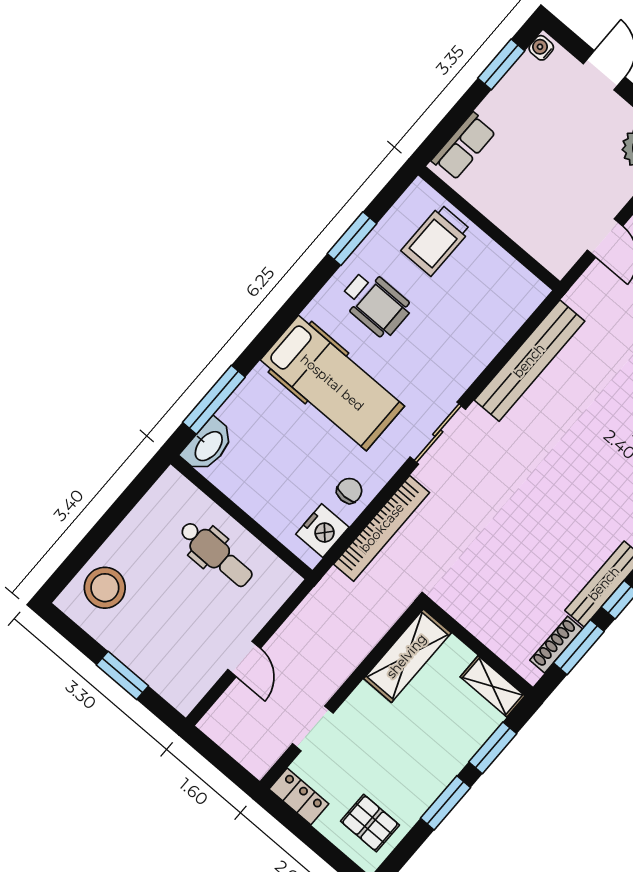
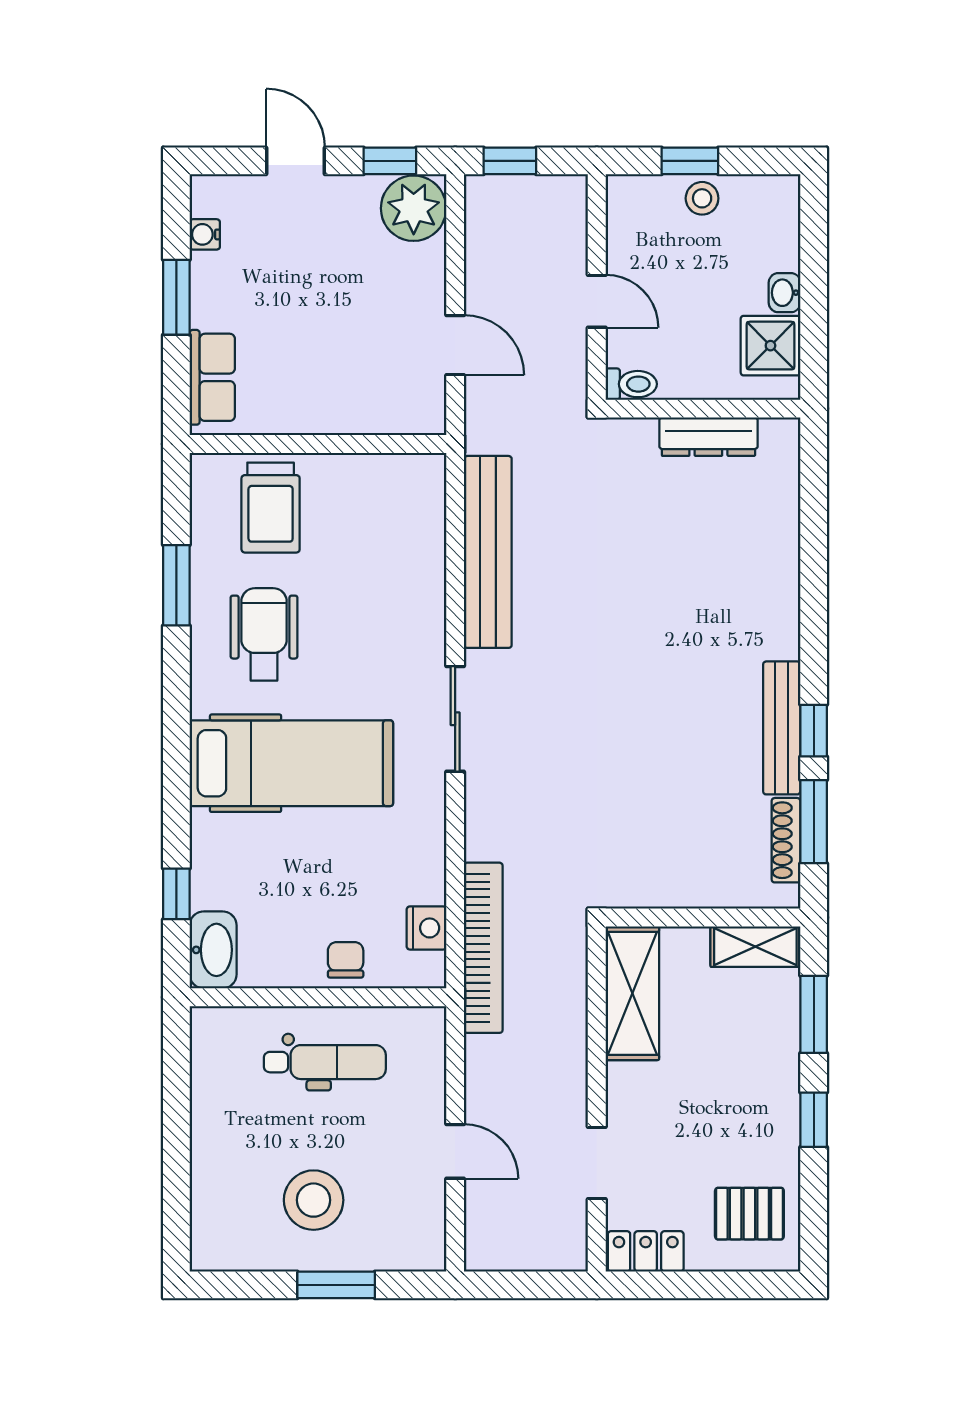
water cooler: (541, 48) -> (205, 234), moved
window: (501, 64) -> (176, 297), moved
wheelchair: (376, 304) -> (264, 634), turned -90
window: (214, 400) -> (176, 894), width x0.46
chair: (349, 491) -> (346, 960), moved
bookcase: (382, 528) -> (483, 948), moved
nightstand: (322, 531) -> (426, 928), width x0.74, depth x0.75
stool: (105, 588) -> (314, 1200), moved
window: (445, 803) -> (814, 1120), width x0.67

